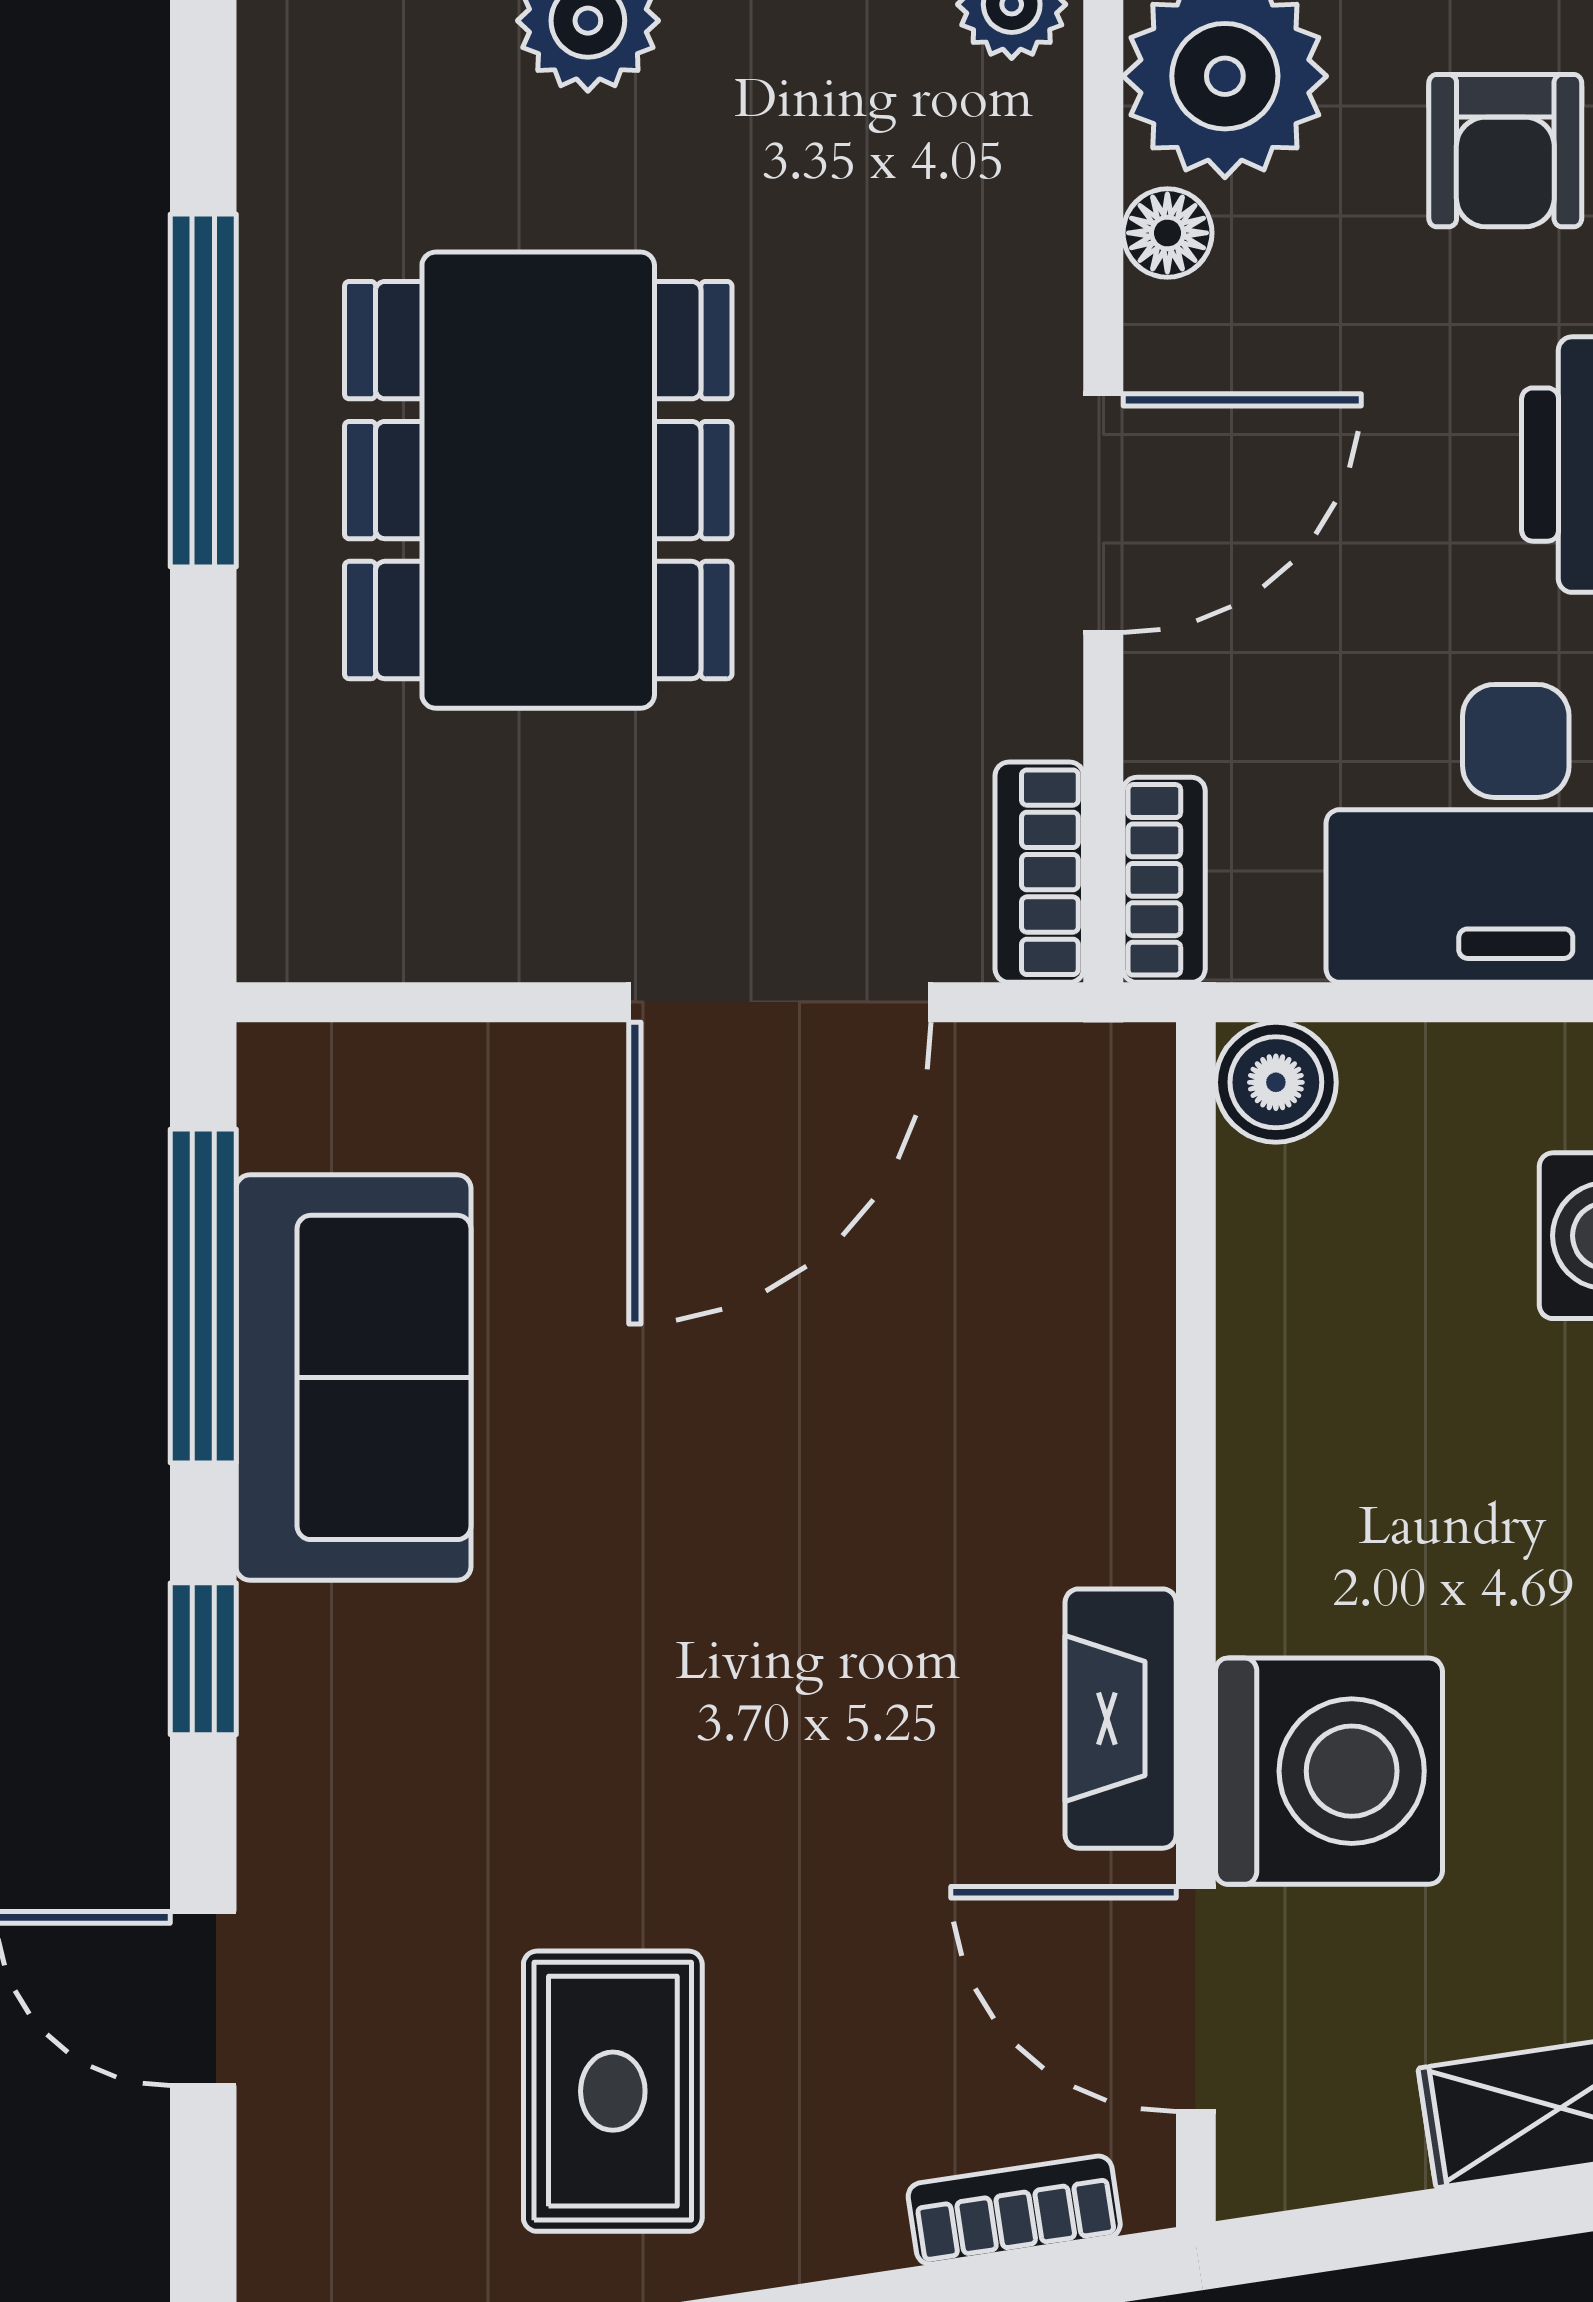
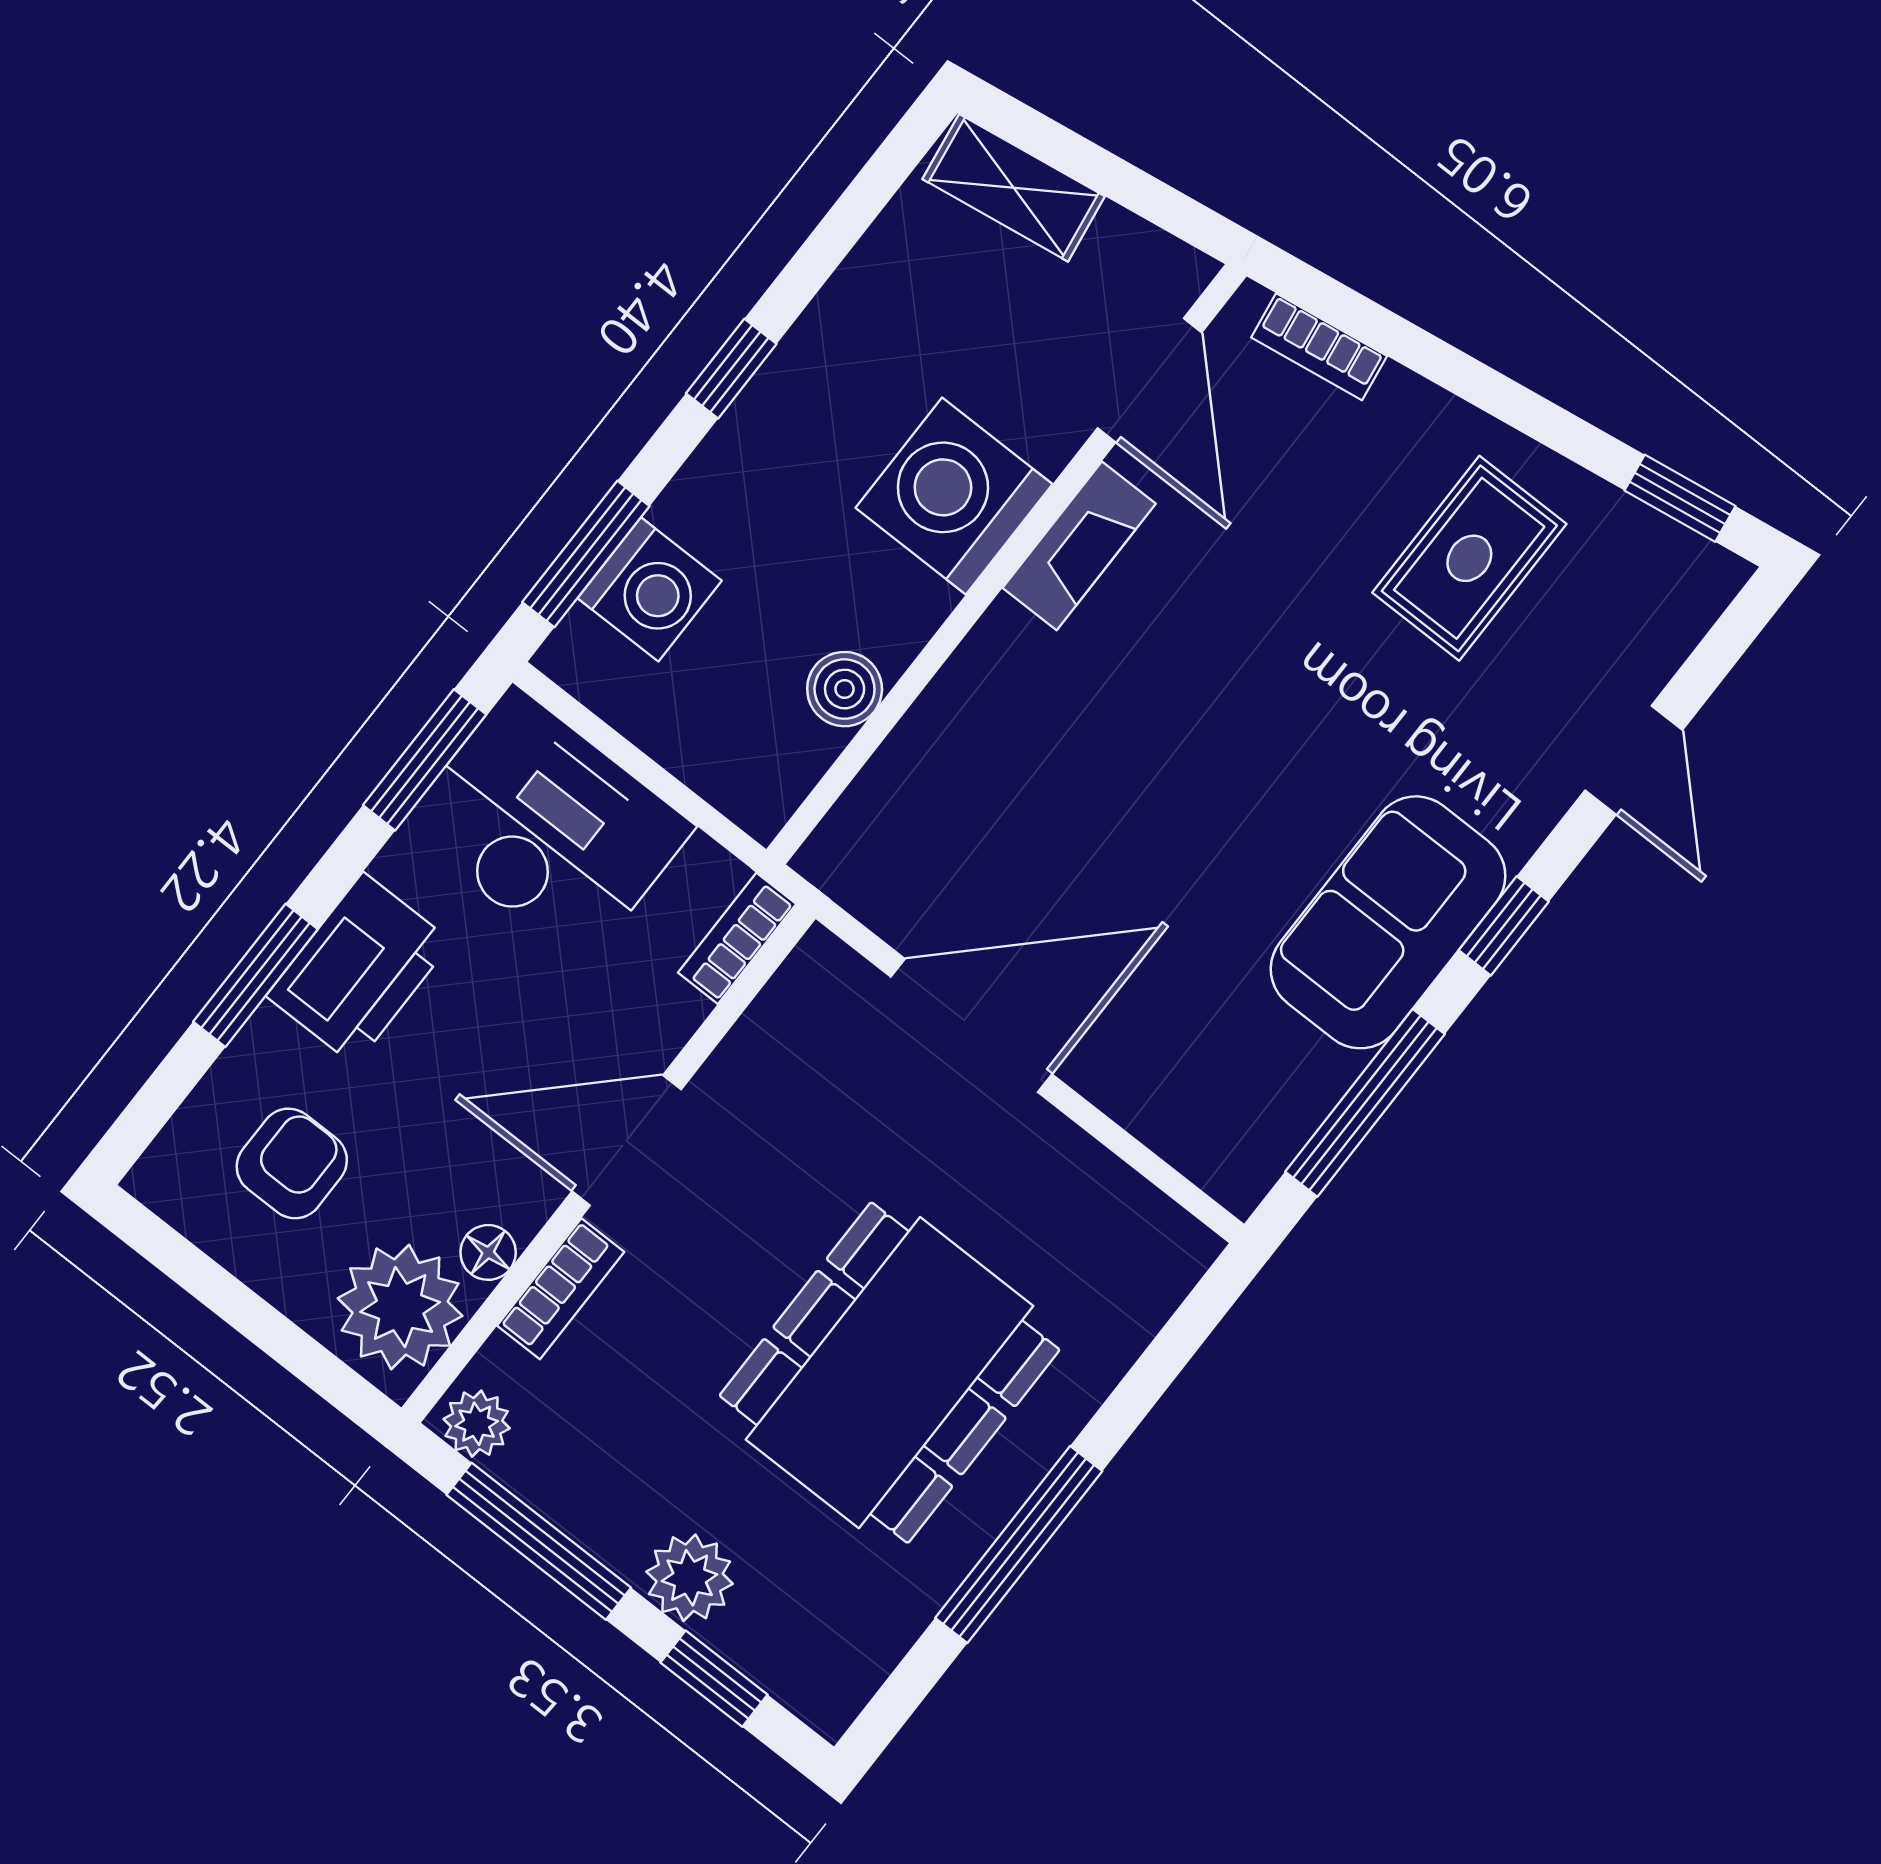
bookcase: (1039, 872) -> (561, 1289), moved
boiler: (1276, 1082) -> (845, 689), moved
sofa: (354, 1377) -> (1388, 922), moved
washing machine: (1329, 1771) -> (954, 496), moved

